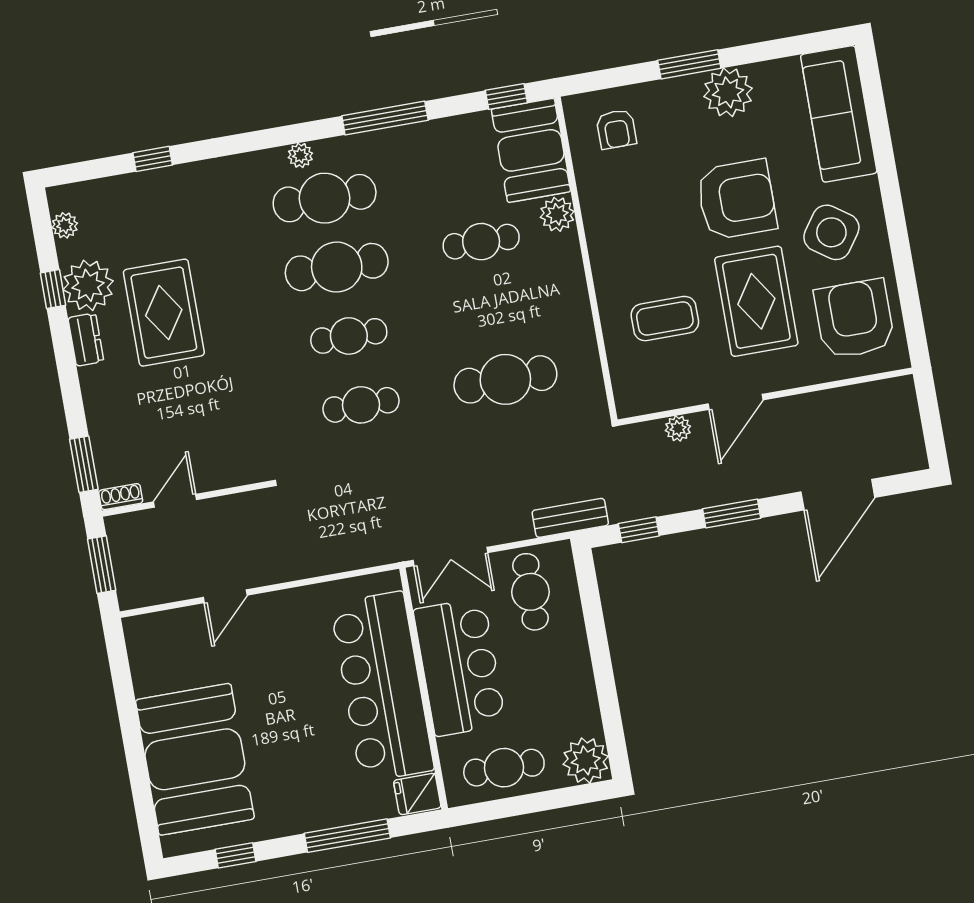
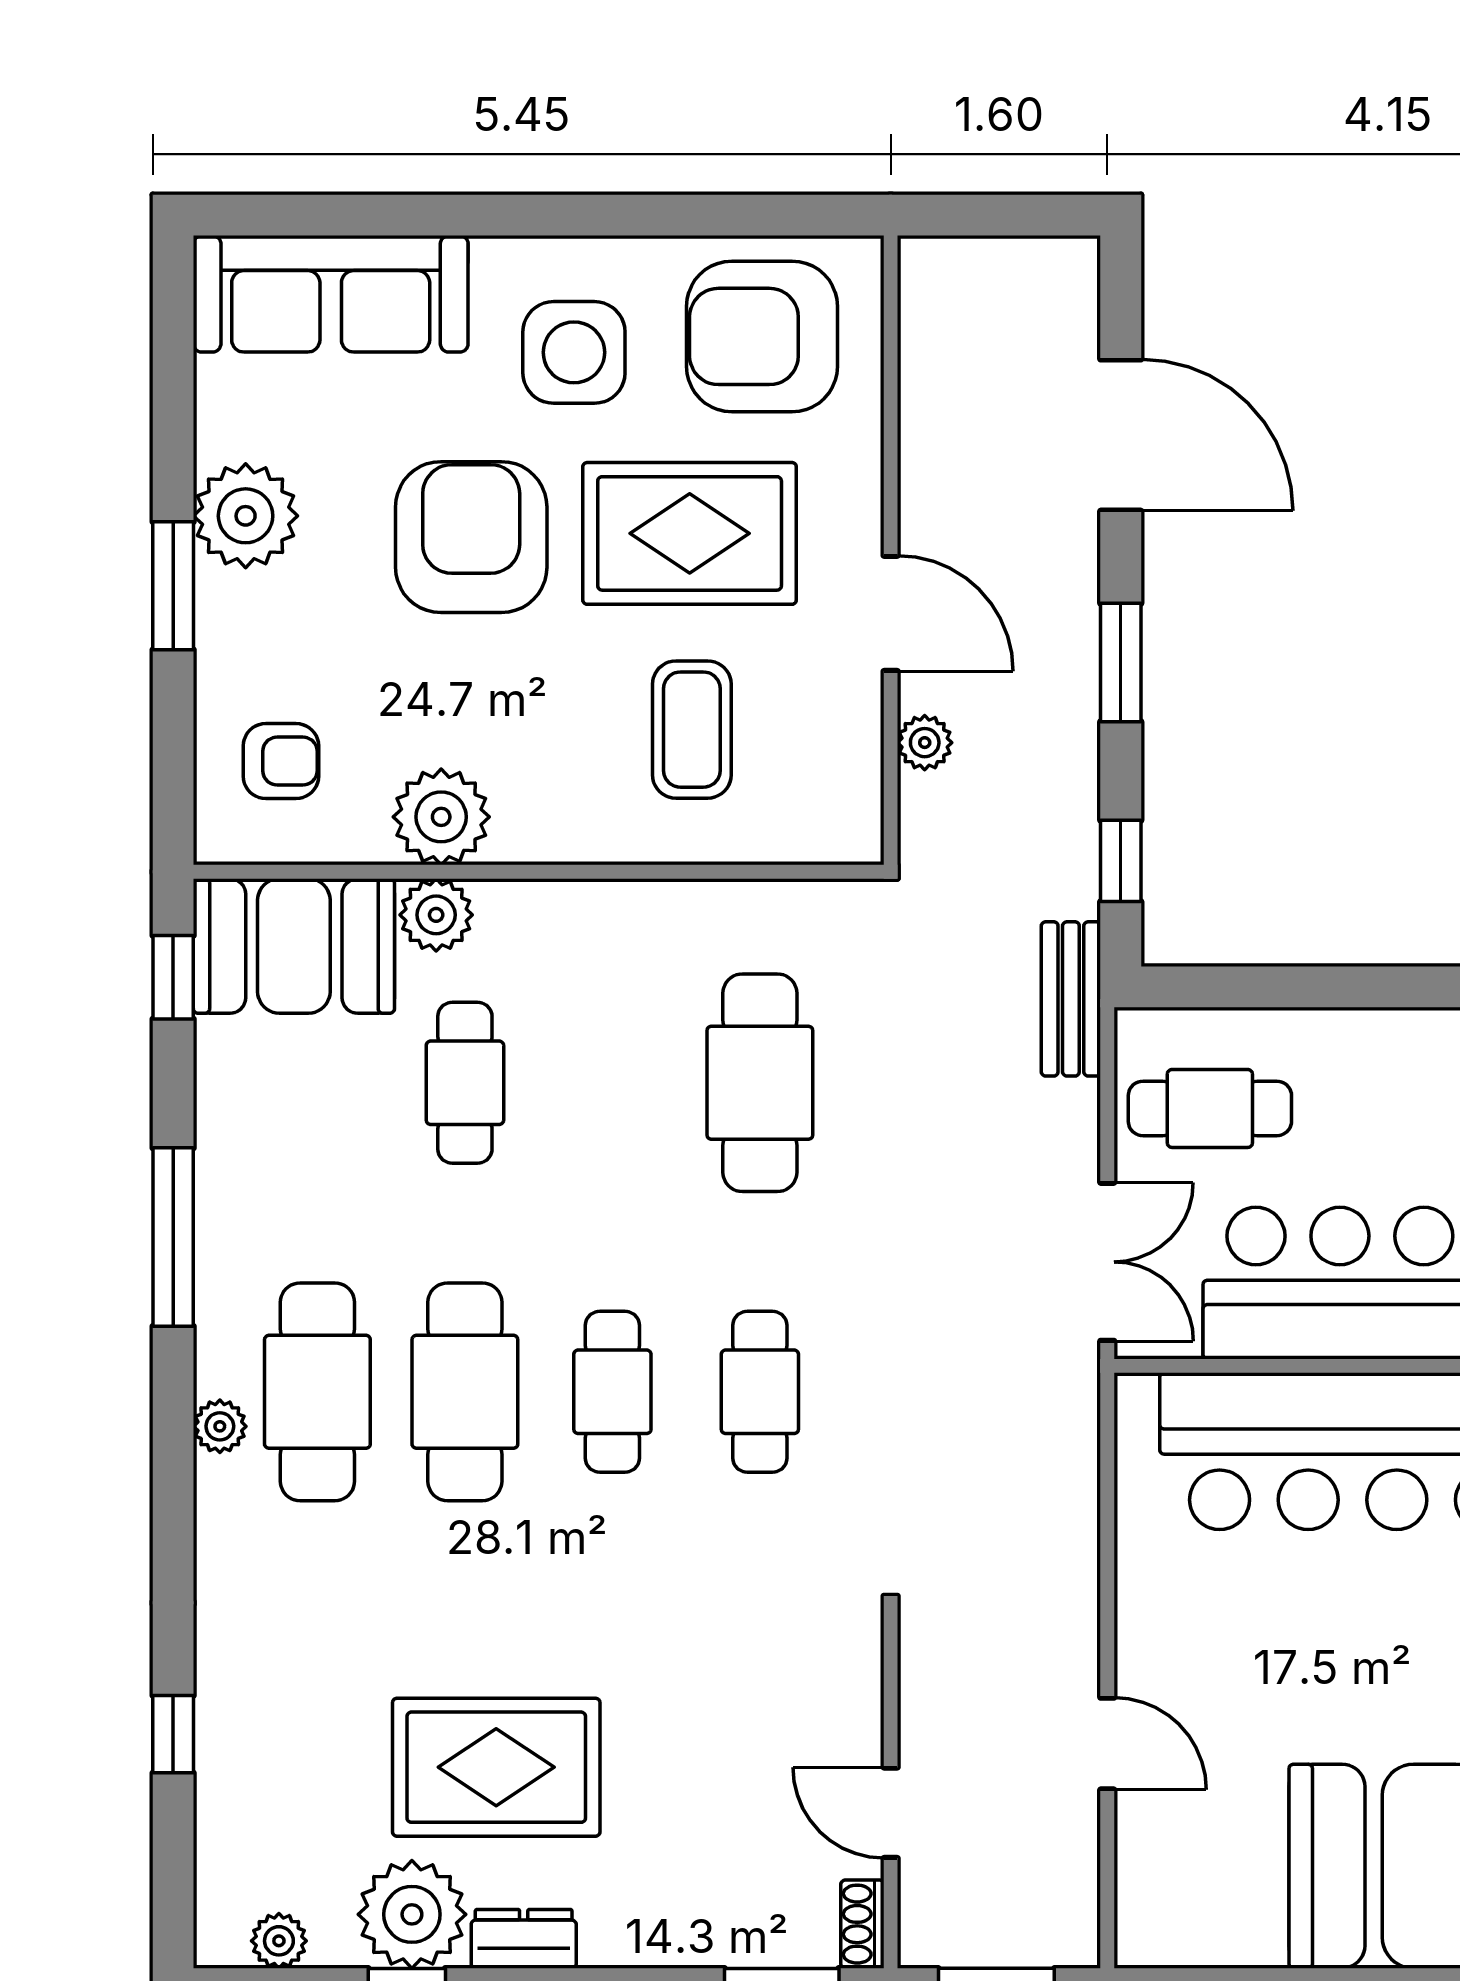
plant: (603, 209) -> (441, 817), added
side table: (831, 232) -> (574, 352), turned -35

